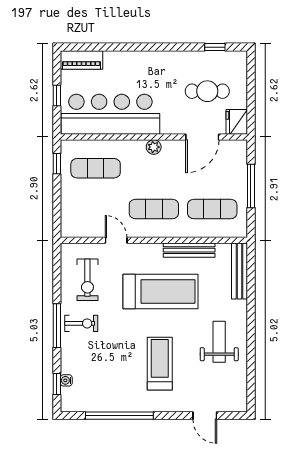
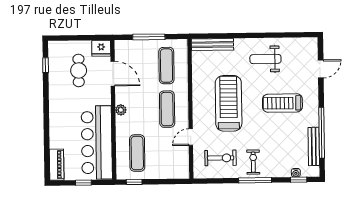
bench: (189, 250) -> (314, 146), moved

